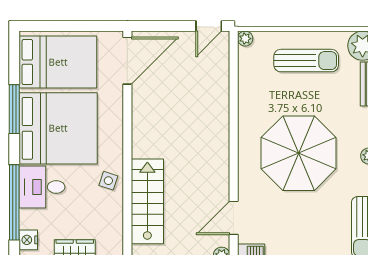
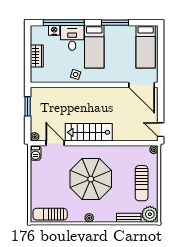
bed: (58, 62) -> (146, 47), width x0.67
bed: (58, 128) -> (94, 47), width x0.49
stairs: (147, 201) -> (89, 132), moved, turned 180
nightstand: (28, 240) -> (54, 30), moved

